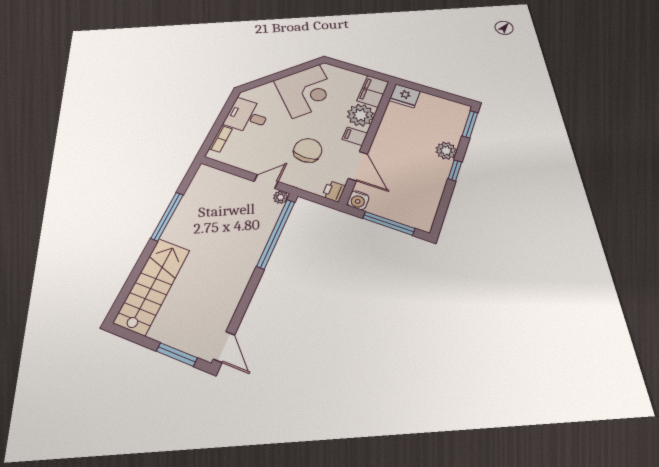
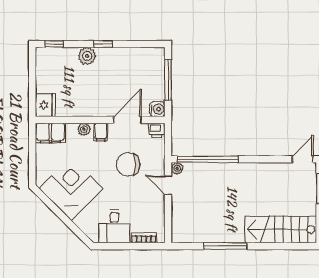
plant: (361, 115) -> (84, 129), width x0.53, depth x0.53
window: (470, 124) -> (54, 44), width x0.67

